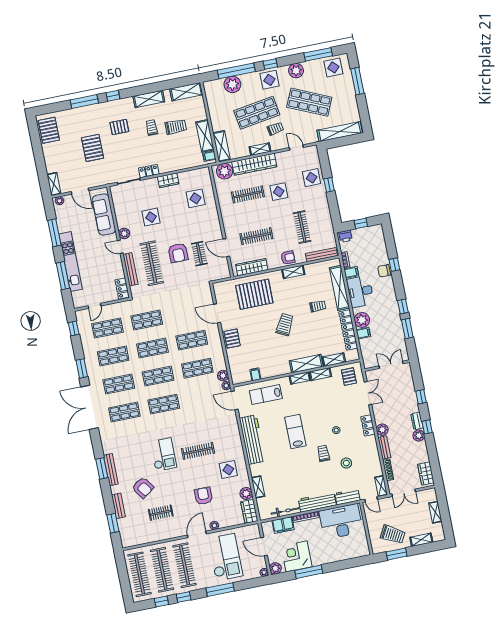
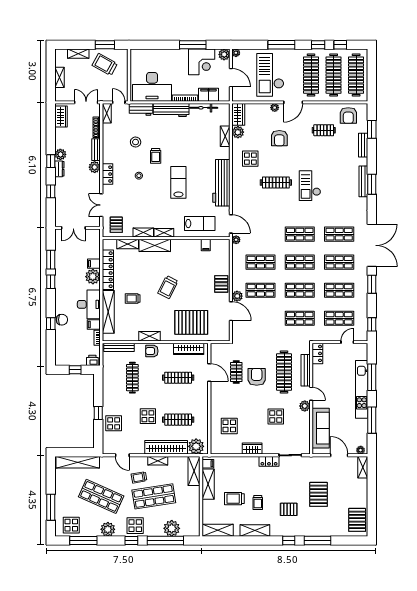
plant: (223, 376) -> (237, 296), moved
lab bench: (295, 431) -> (178, 182), turned 180
armchair: (143, 488) -> (348, 115), moved, turned -145

